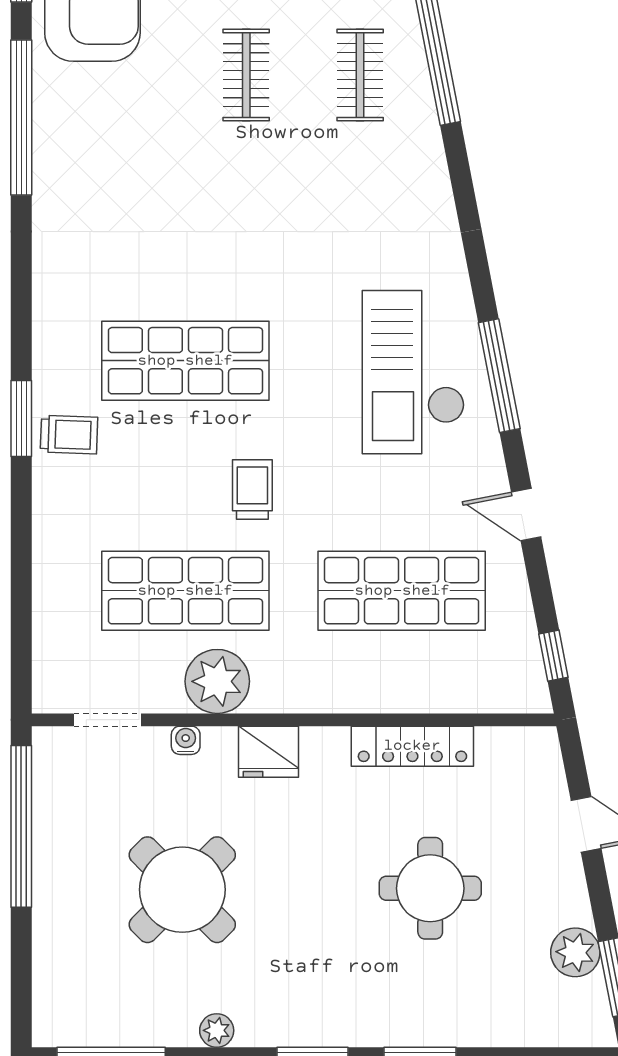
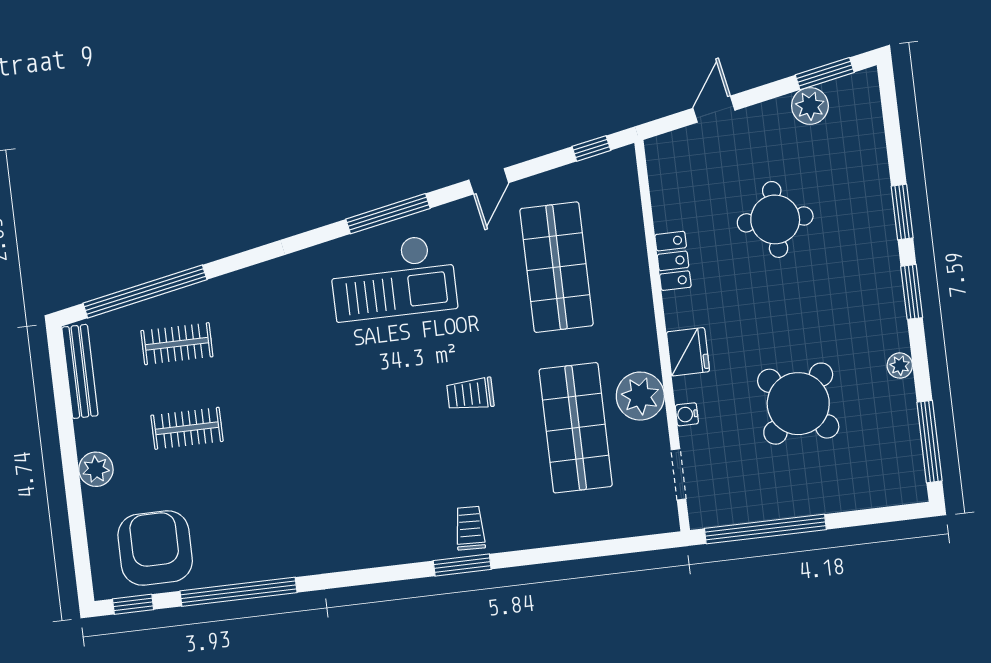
shop shelf: (185, 361) -> (405, 448), removed
trolley: (252, 489) -> (470, 394), moved
locker: (412, 746) -> (673, 261), width x0.66

